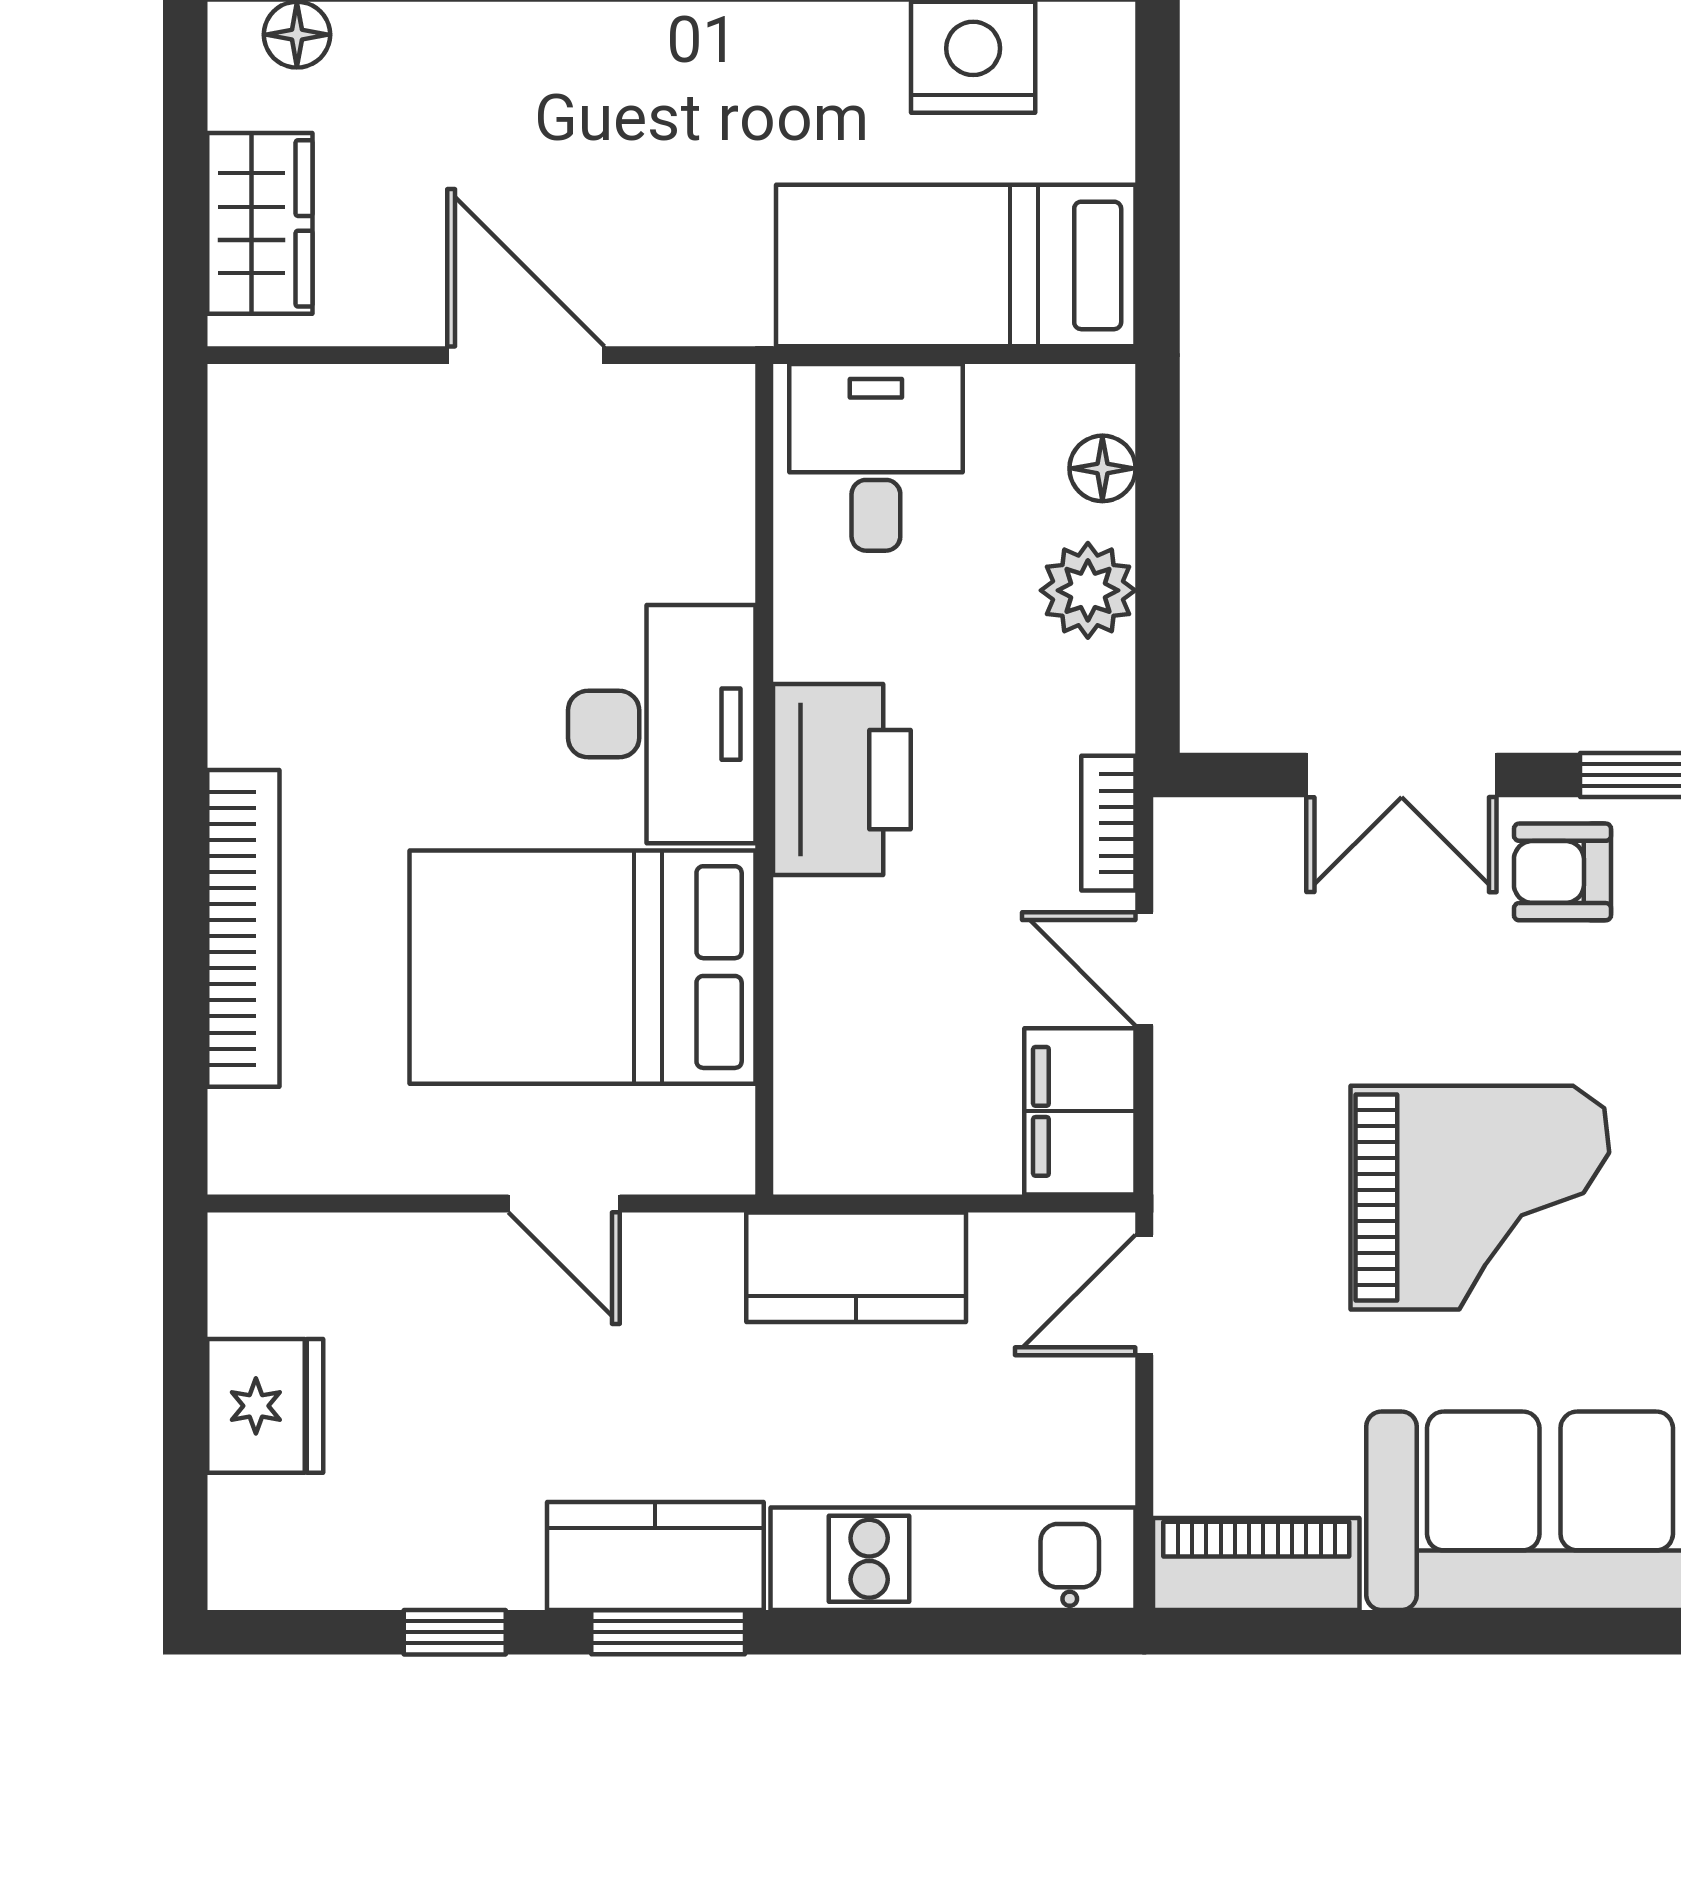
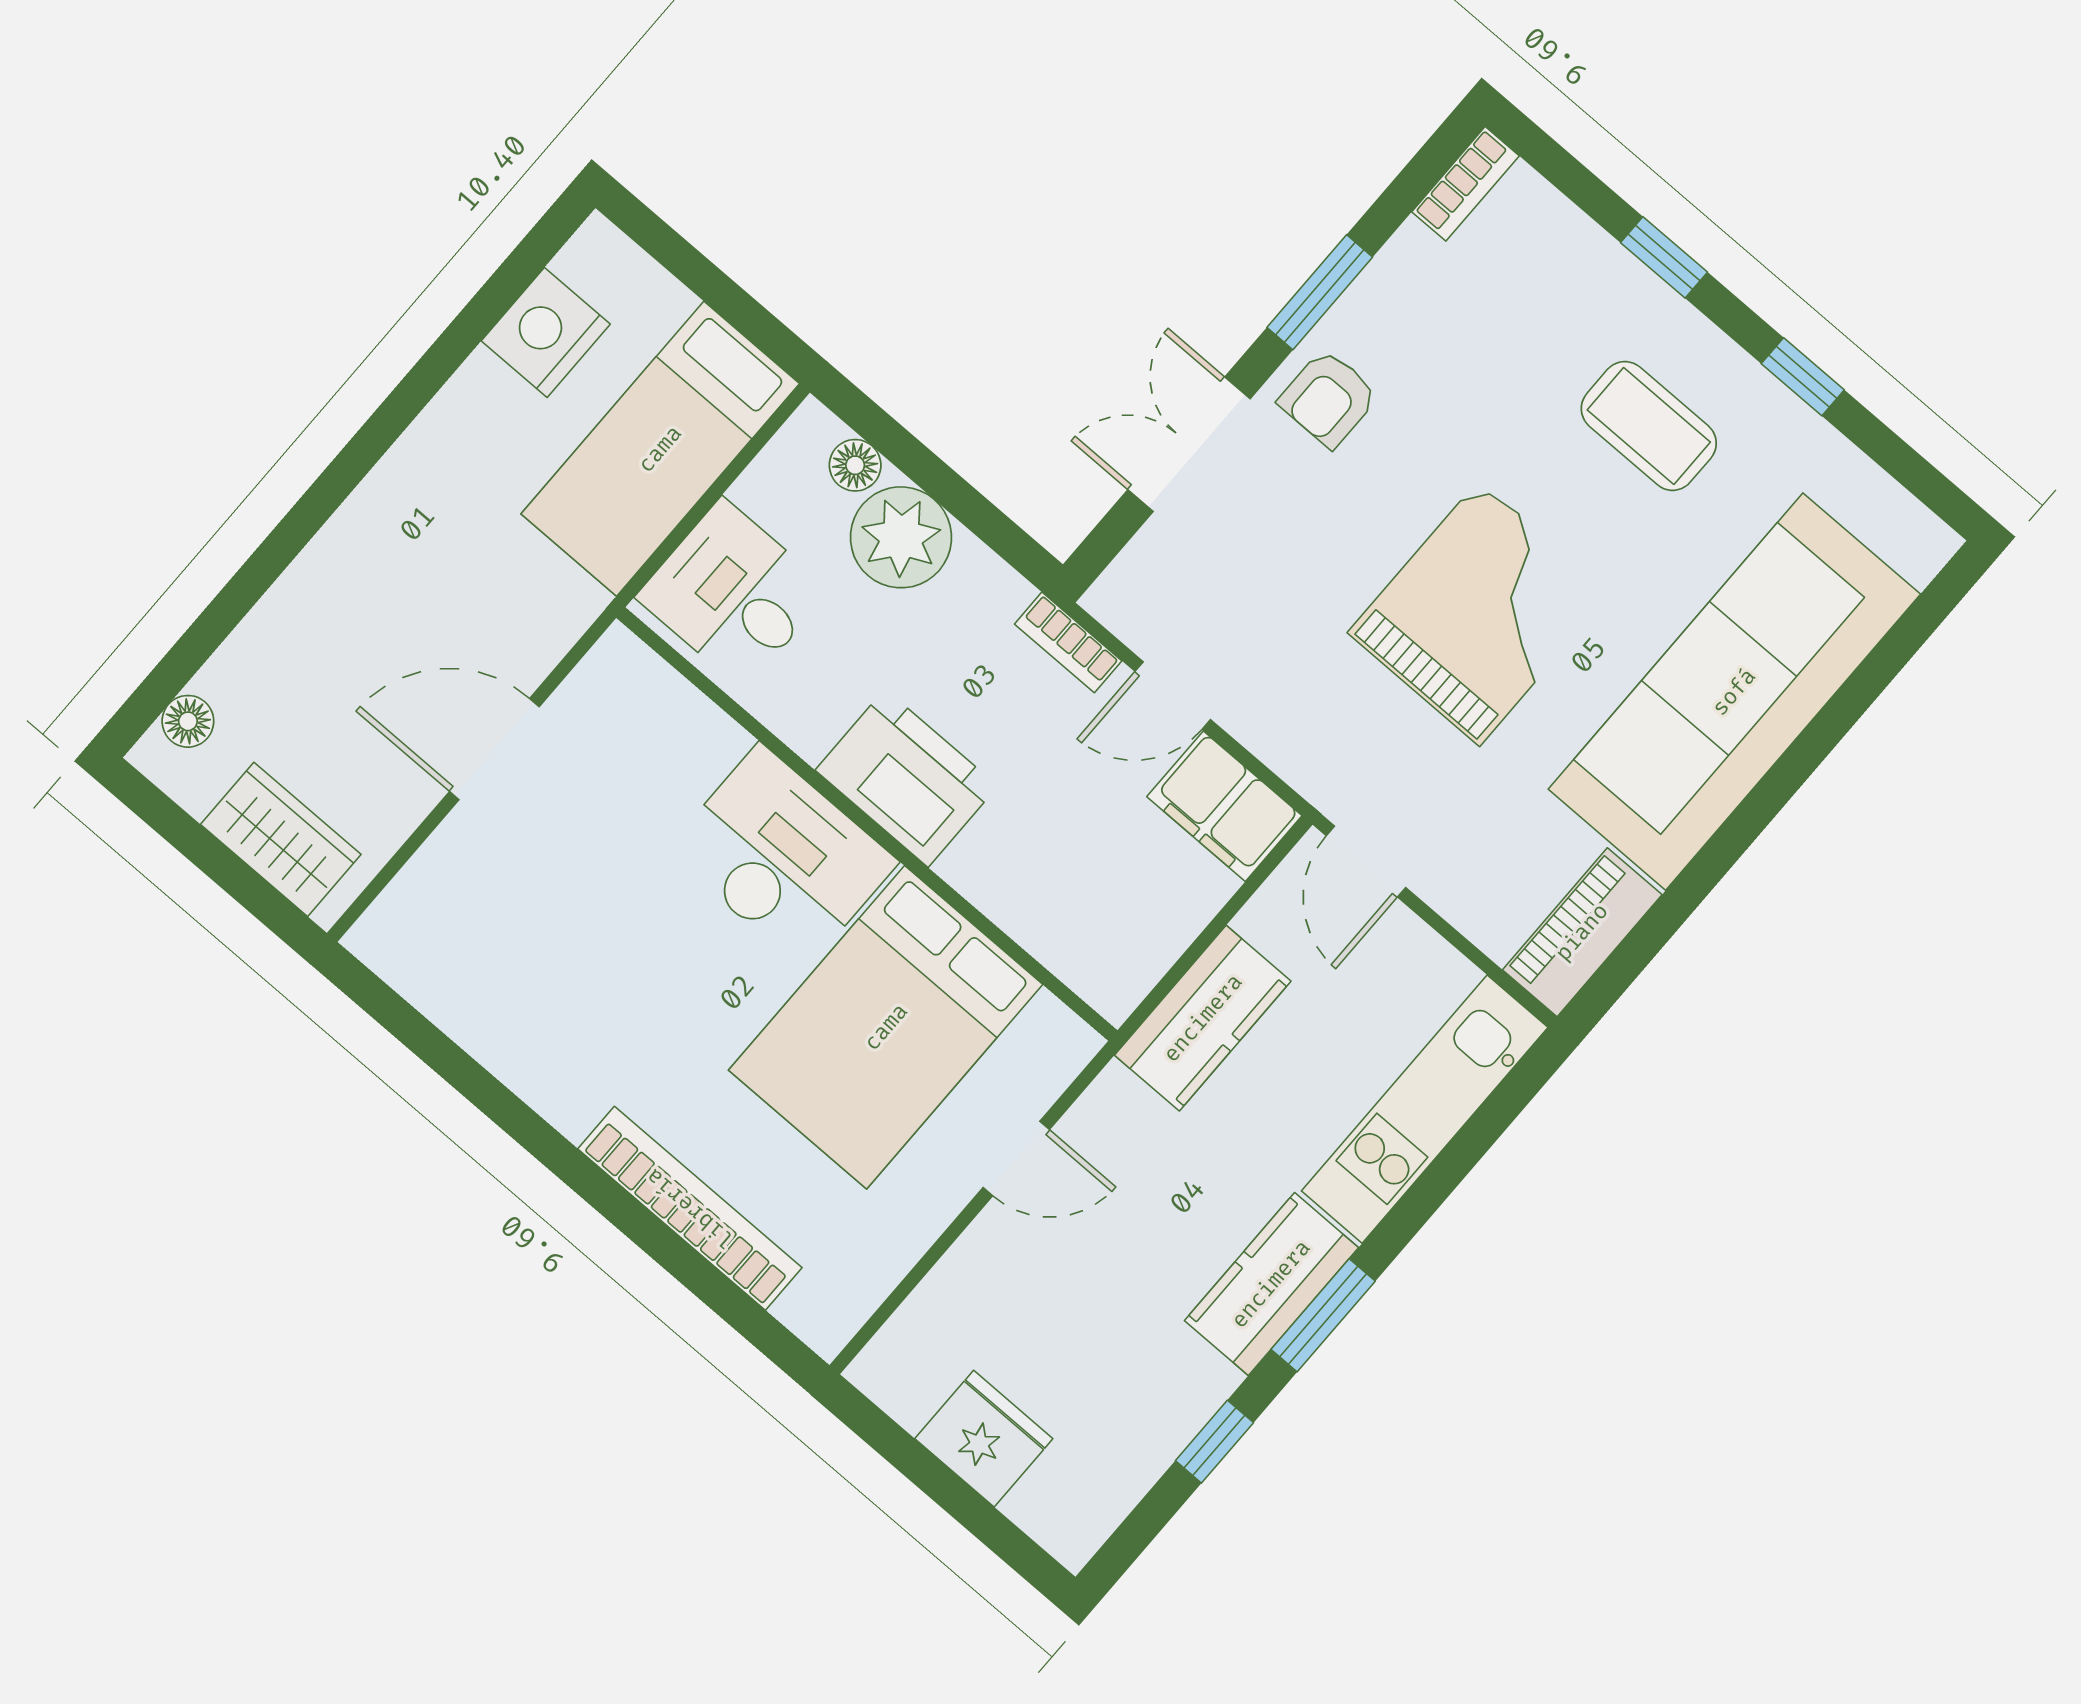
plant: (1088, 590) -> (901, 537), width x1.36, depth x1.36
double door: (1402, 775) -> (1189, 444), swing flipped

